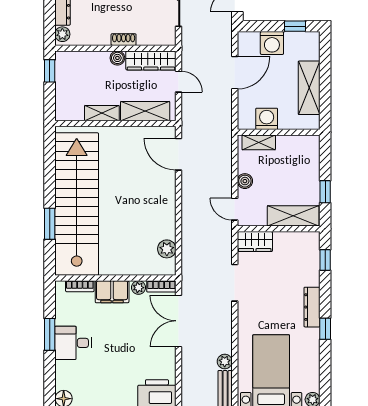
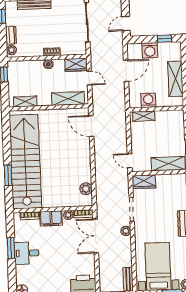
wardrobe: (151, 60) -> (76, 65), width x0.67
shelving: (102, 113) -> (25, 102), moved
boiler: (245, 181) -> (136, 142), removed
plant: (225, 362) -> (126, 231), moved

